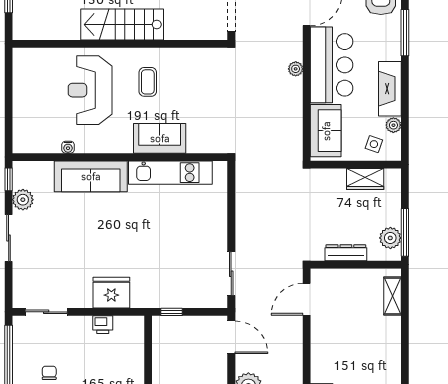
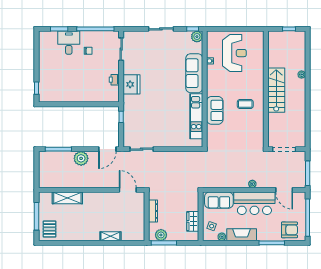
reception desk: (90, 90) -> (234, 53), moved, turned 90
plant: (23, 200) -> (197, 37), moved
shelving: (392, 296) -> (110, 236), moved

